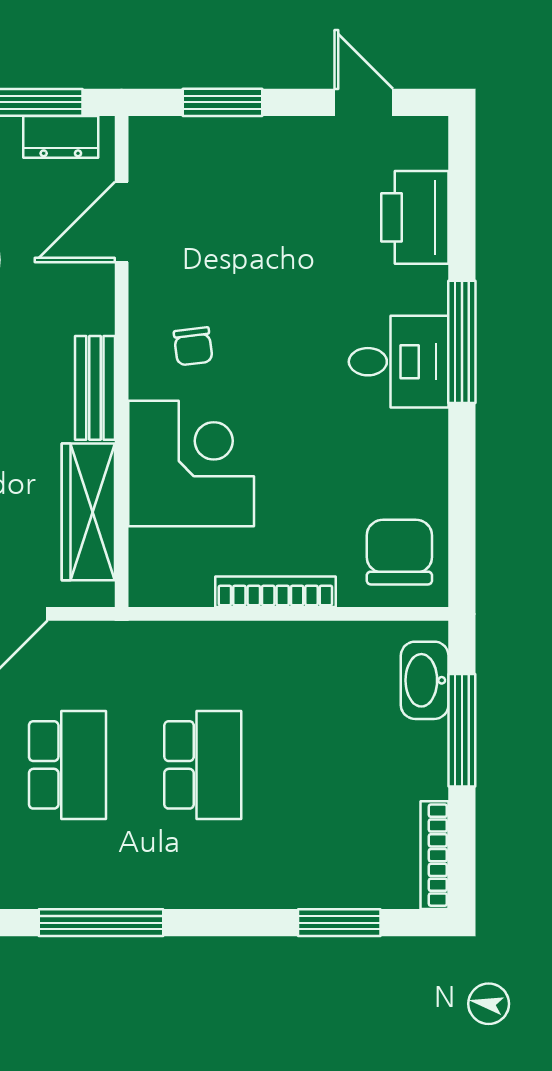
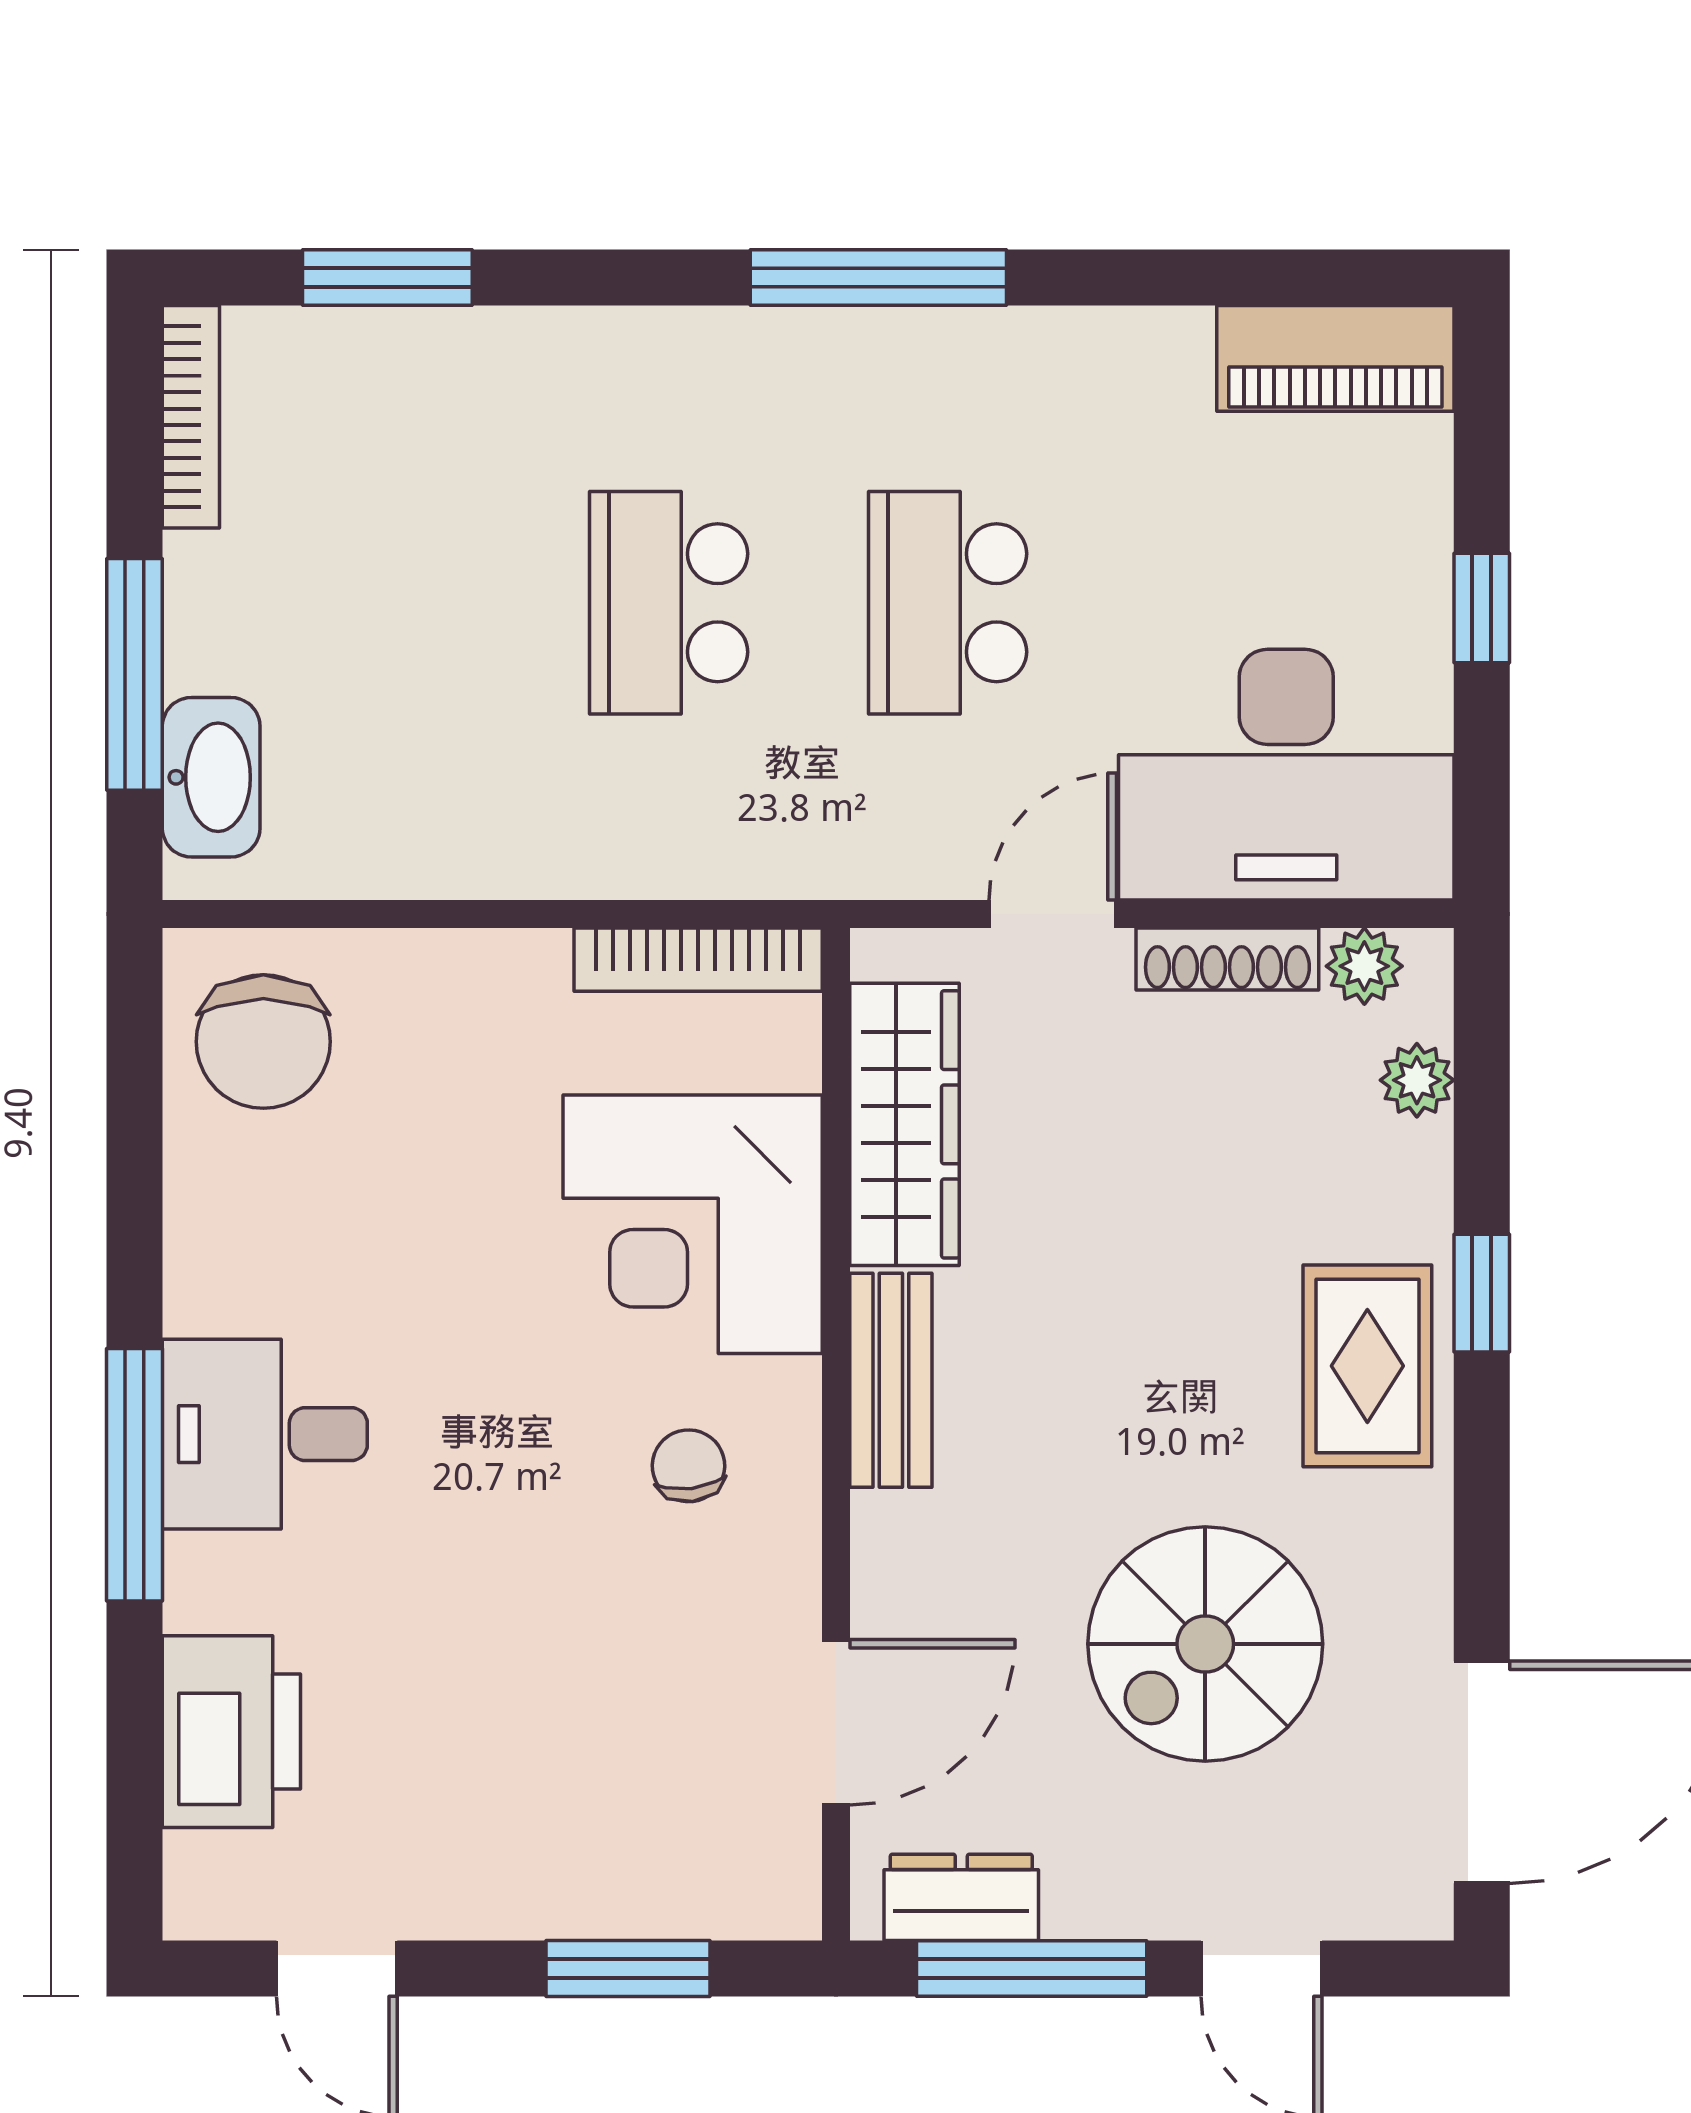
bookcase: (275, 592) -> (698, 960), moved

